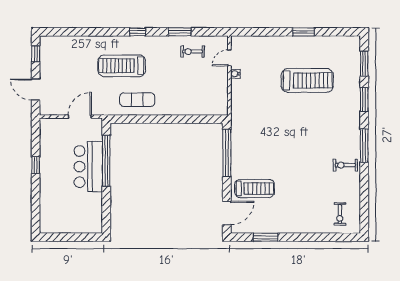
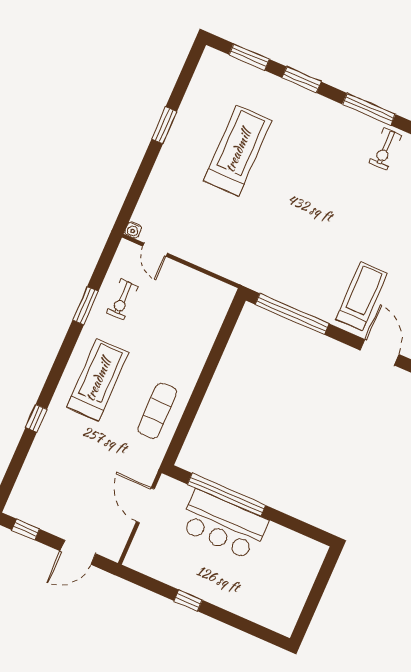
window: (138, 32) -> (36, 418), moved
treadmill: (122, 66) -> (98, 380), moved, turned 180
water cooler: (235, 74) -> (133, 230), moved

